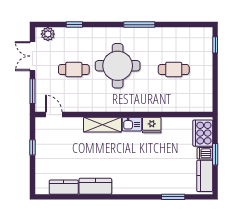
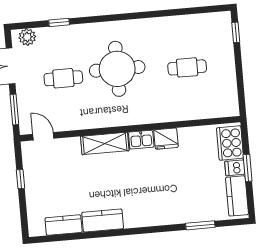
window: (139, 25) -> (140, 15), removed

